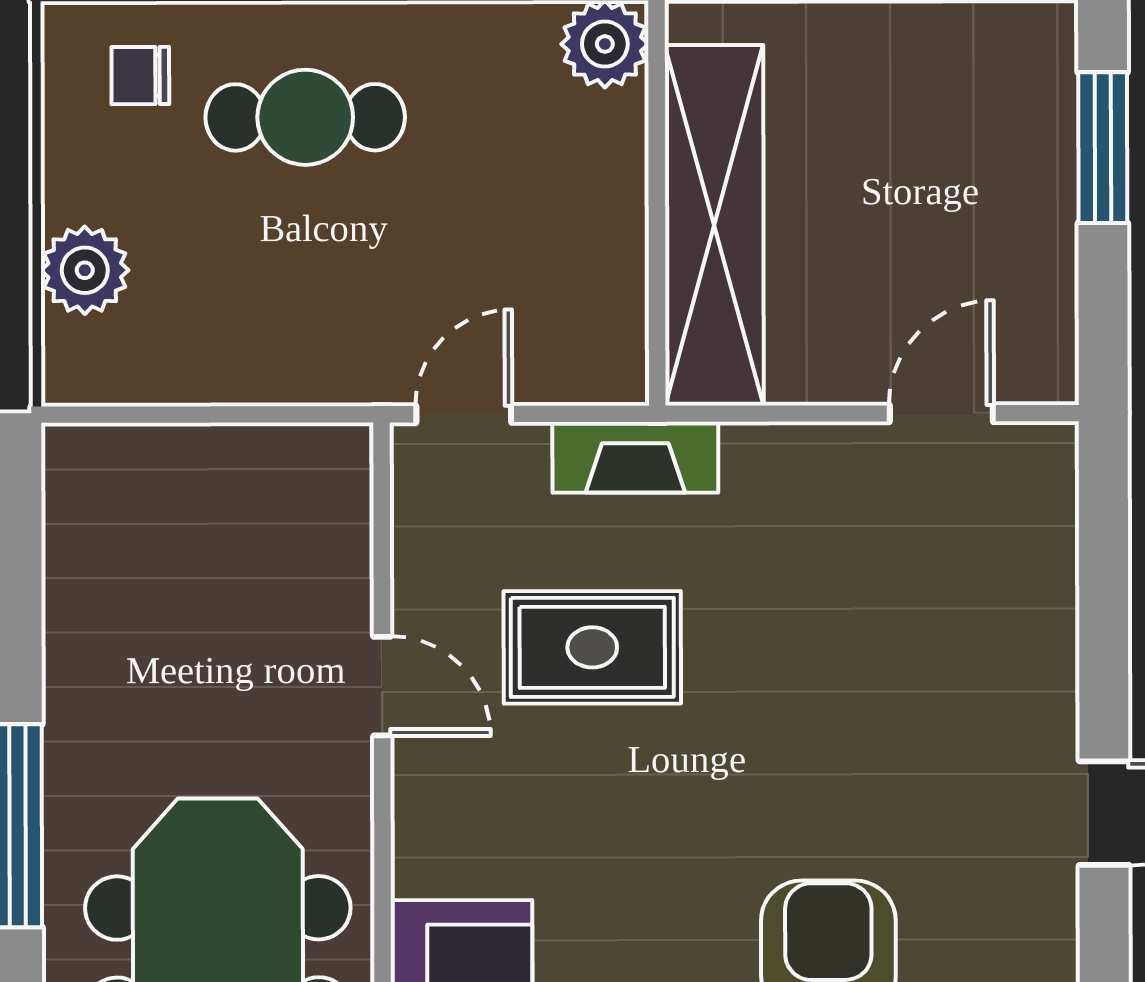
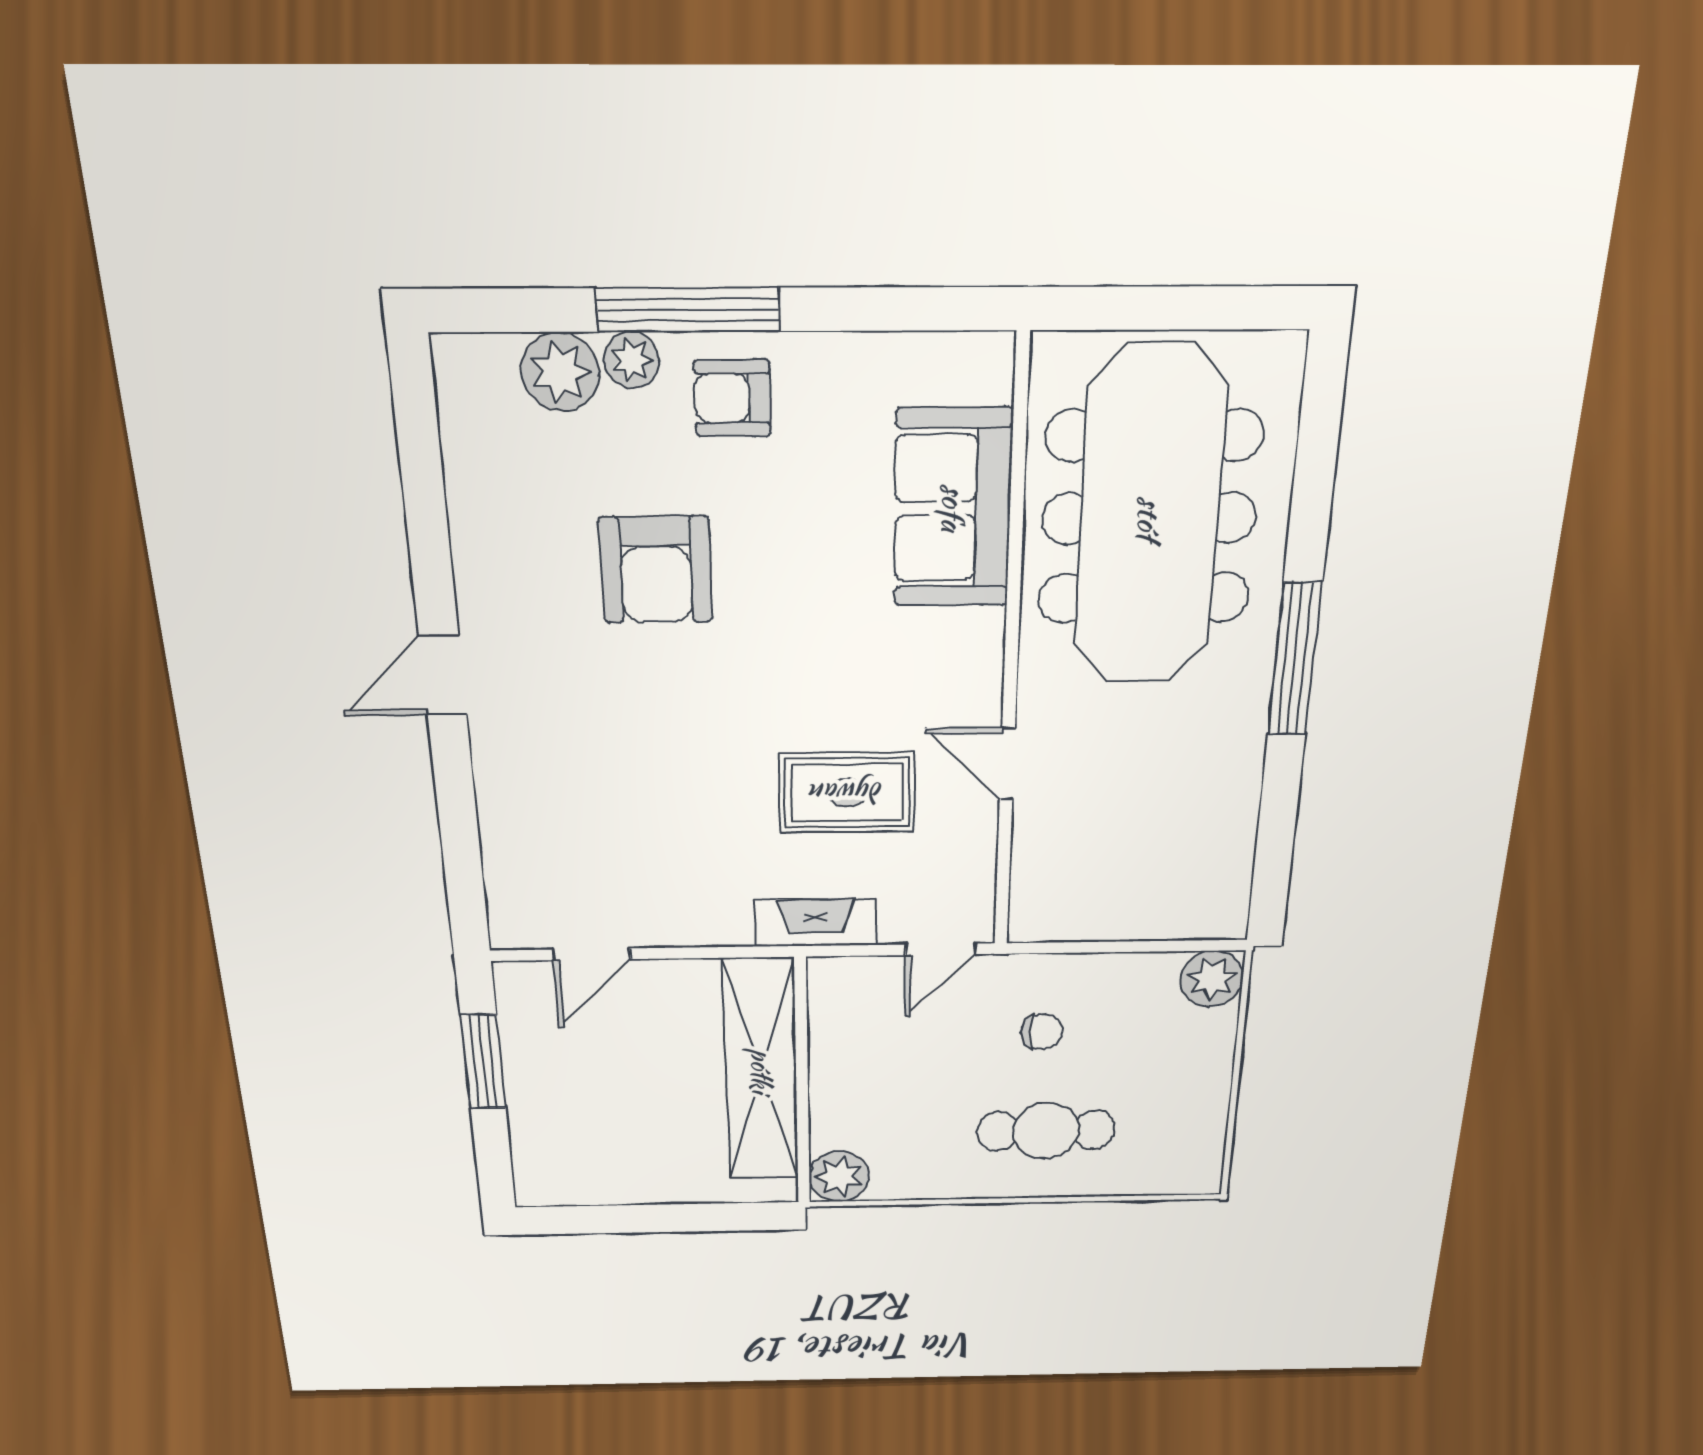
chair: (140, 76) -> (1042, 1032), moved
window: (1103, 148) -> (483, 1062), moved
plant: (85, 270) -> (1212, 979), moved

